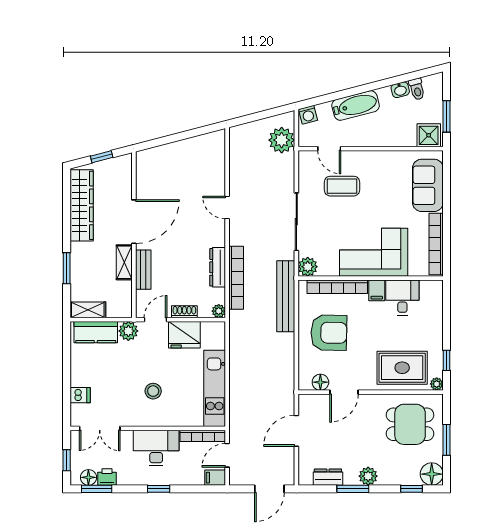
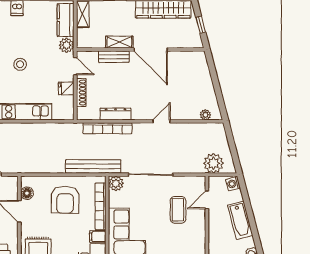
plant: (219, 311) -> (205, 115), moved
shoe rack: (184, 312) -> (81, 93), width x1.43
fridge: (184, 335) -> (66, 88), width x0.53, depth x0.75

